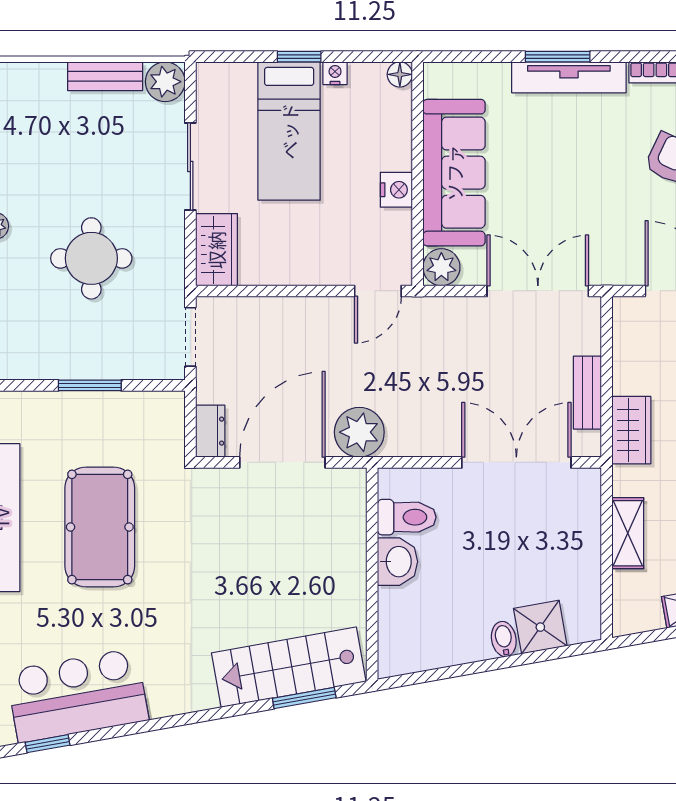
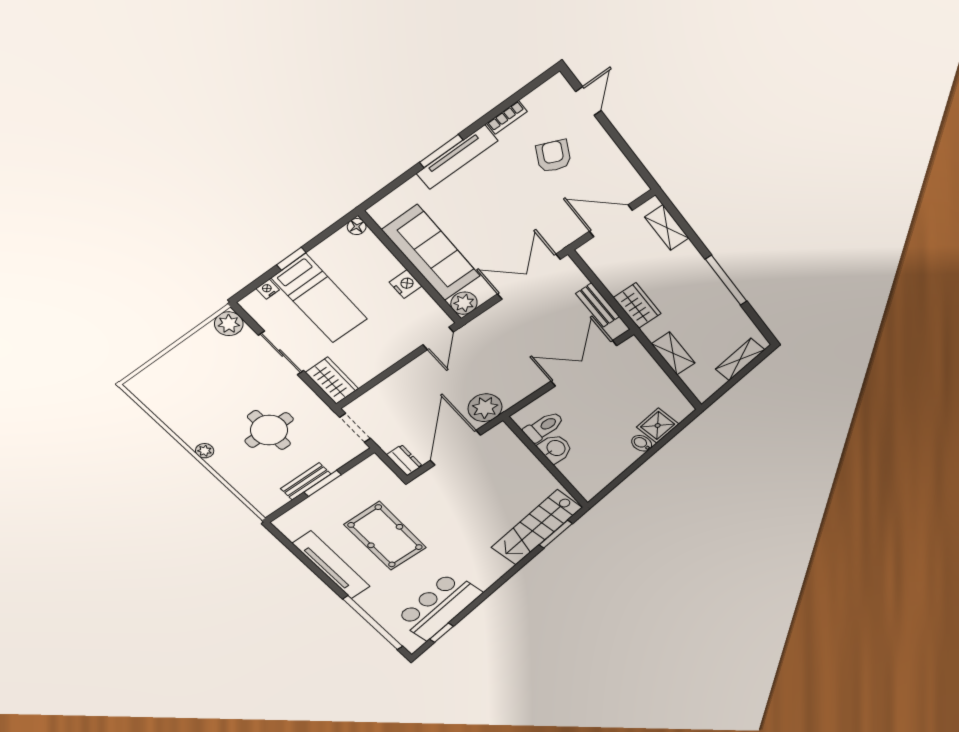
nightstand: (335, 73) -> (268, 289), moved
bench: (105, 76) -> (306, 481), moved

